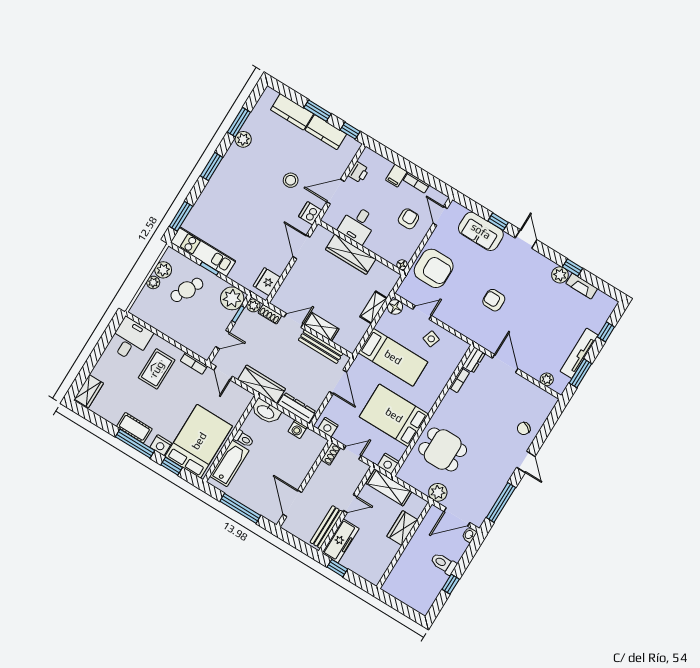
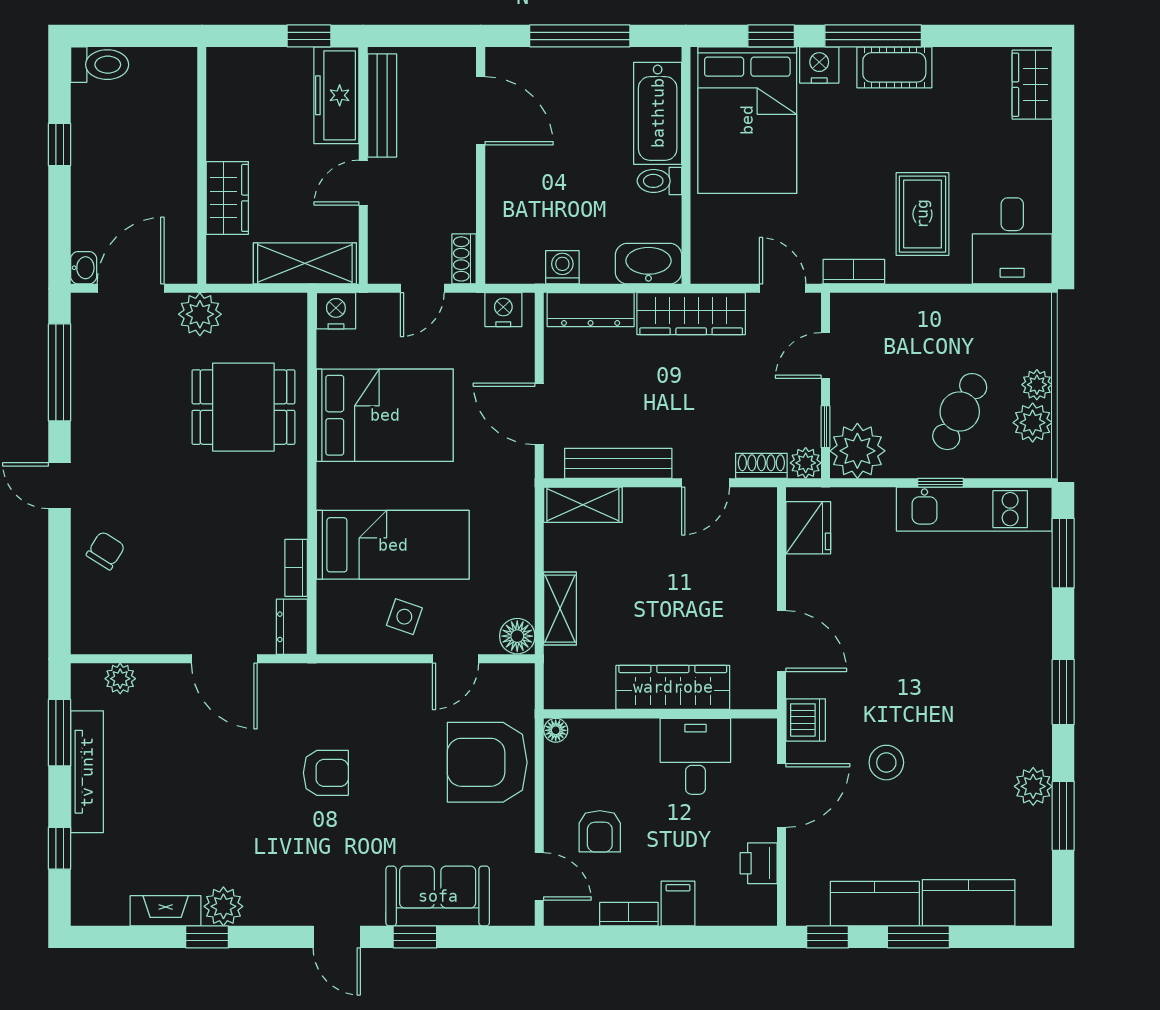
shelving: (321, 326) -> (583, 505), moved
bed: (393, 357) -> (393, 545), moved, turned 180
toilet: (444, 564) -> (100, 65), moved

